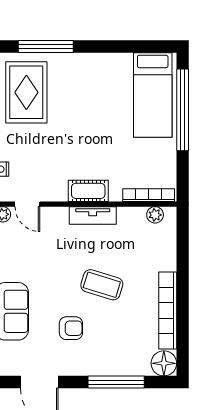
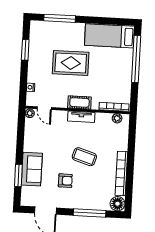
rug: (26, 92) -> (71, 63), moved, turned 90
bed: (153, 95) -> (109, 36), moved, turned 90

